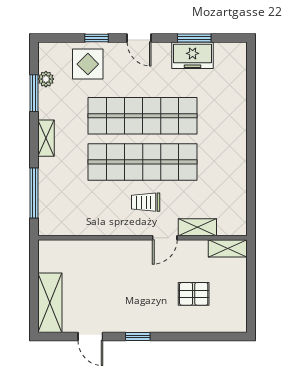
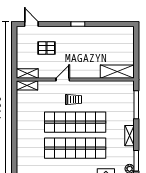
shelving: (197, 227) -> (27, 85), moved
shelving: (50, 303) -> (117, 72), moved, turned 90
door: (90, 337) -> (31, 24), moved

